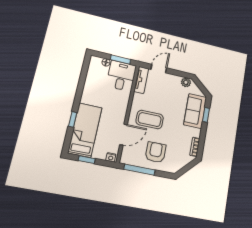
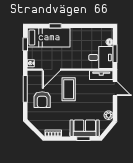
door: (123, 135) -> (51, 70), hinge flipped
armchair: (156, 152) -> (42, 100), turned 90

